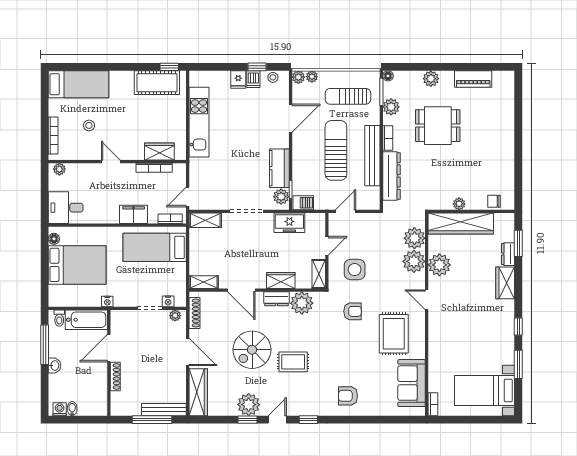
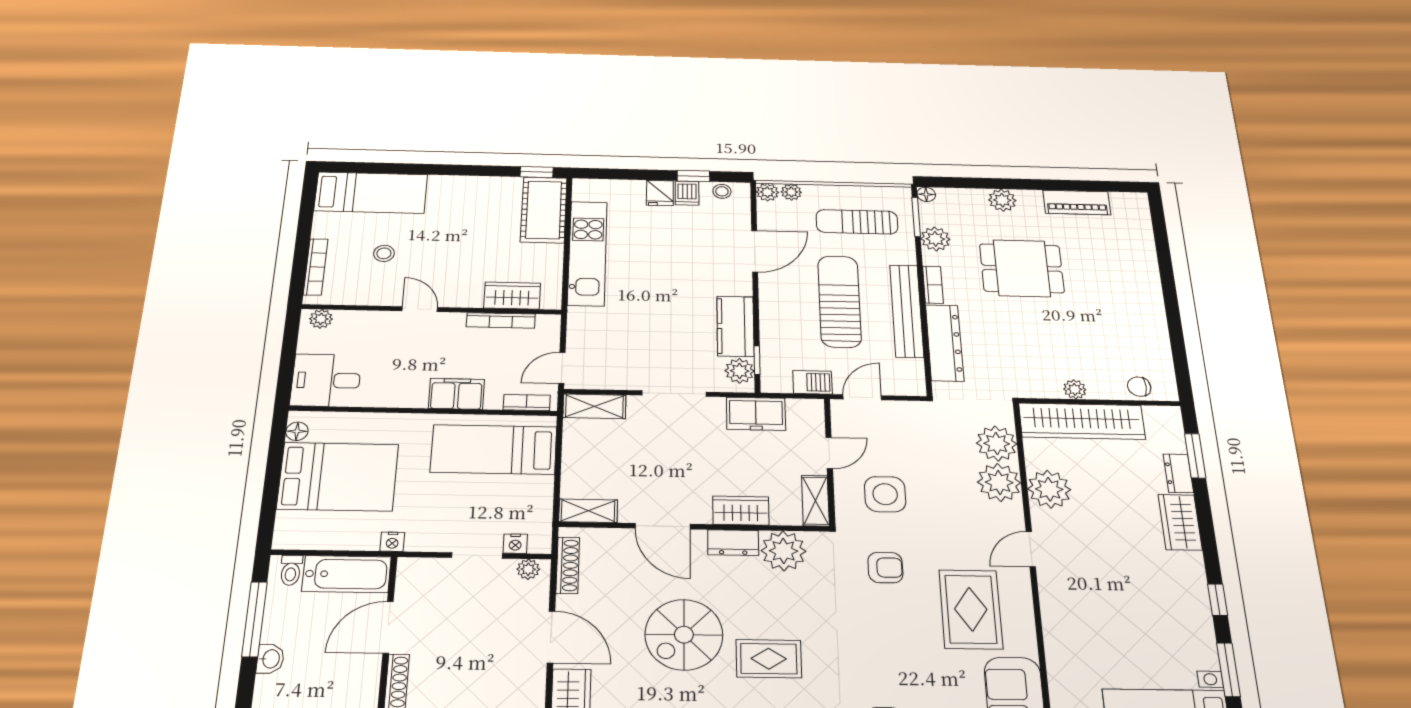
cot: (157, 83) -> (544, 210), moved, turned 90
barbecue: (303, 203) -> (813, 382), moved
door: (427, 300) -> (1031, 549), hinge flipped

